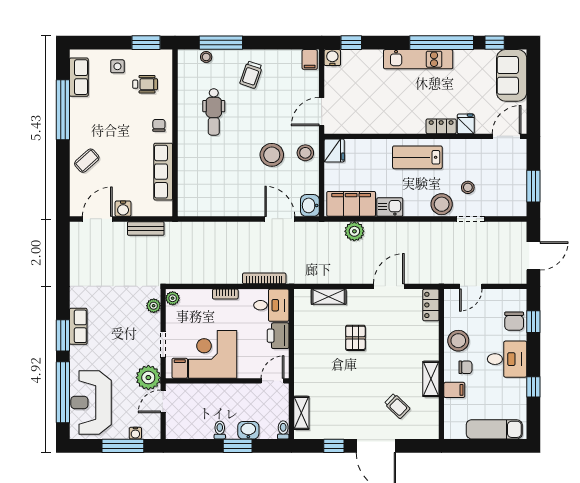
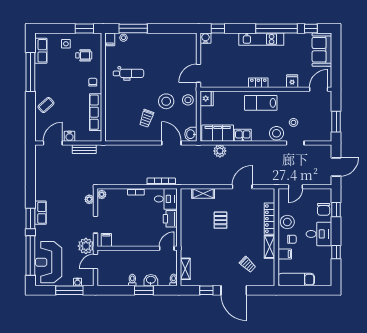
filing cabinet: (310, 59) -> (110, 39), moved
trolley: (251, 75) -> (146, 118), moved
dental chair: (214, 112) -> (128, 73), turned -90
locker: (441, 126) -> (258, 83), moved
locker: (431, 305) -> (270, 219), moved, width x1.53
corner desk: (213, 354) -> (128, 231), removed
exam couch: (494, 429) -> (296, 280), moved

